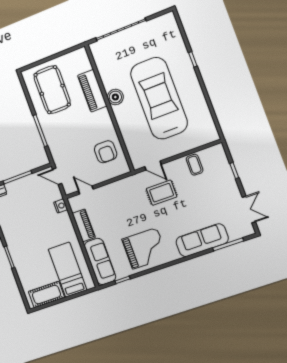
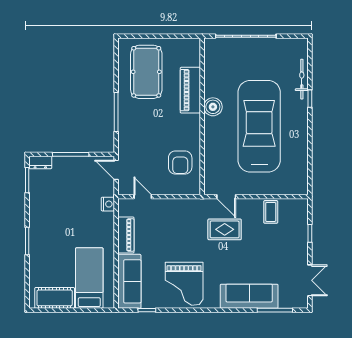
bicycle: (180, 46) -> (302, 79), added
grand piano: (145, 248) -> (184, 284), turned 90

